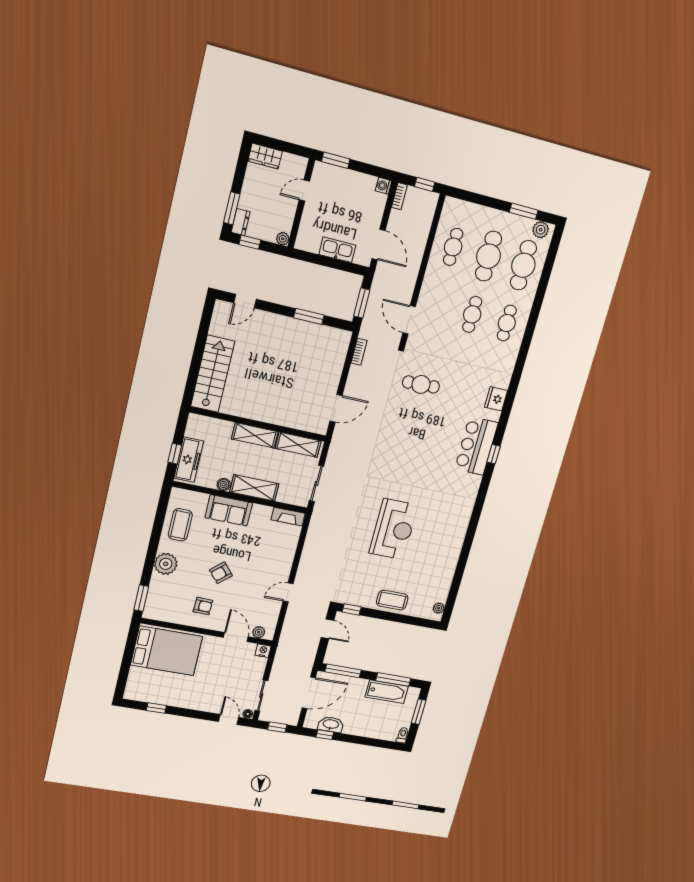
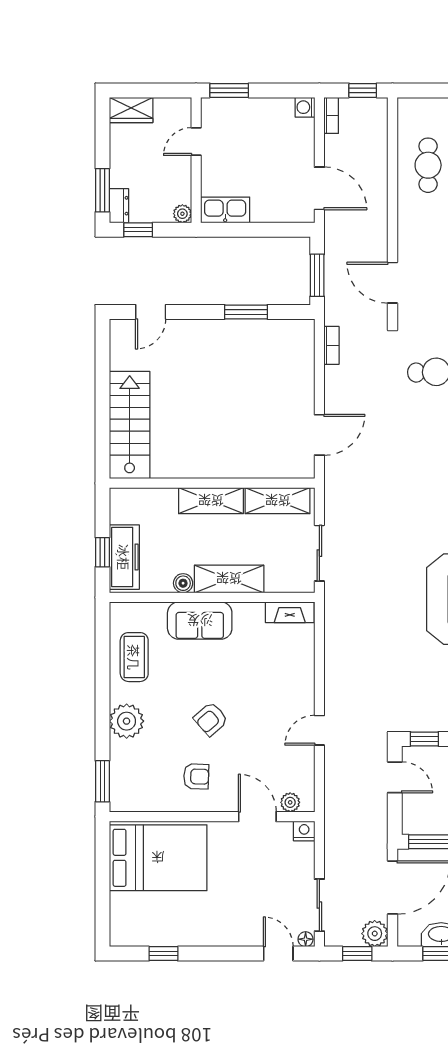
kitchen sink: (337, 250) -> (225, 210), moved
plant: (291, 717) -> (375, 934), added

